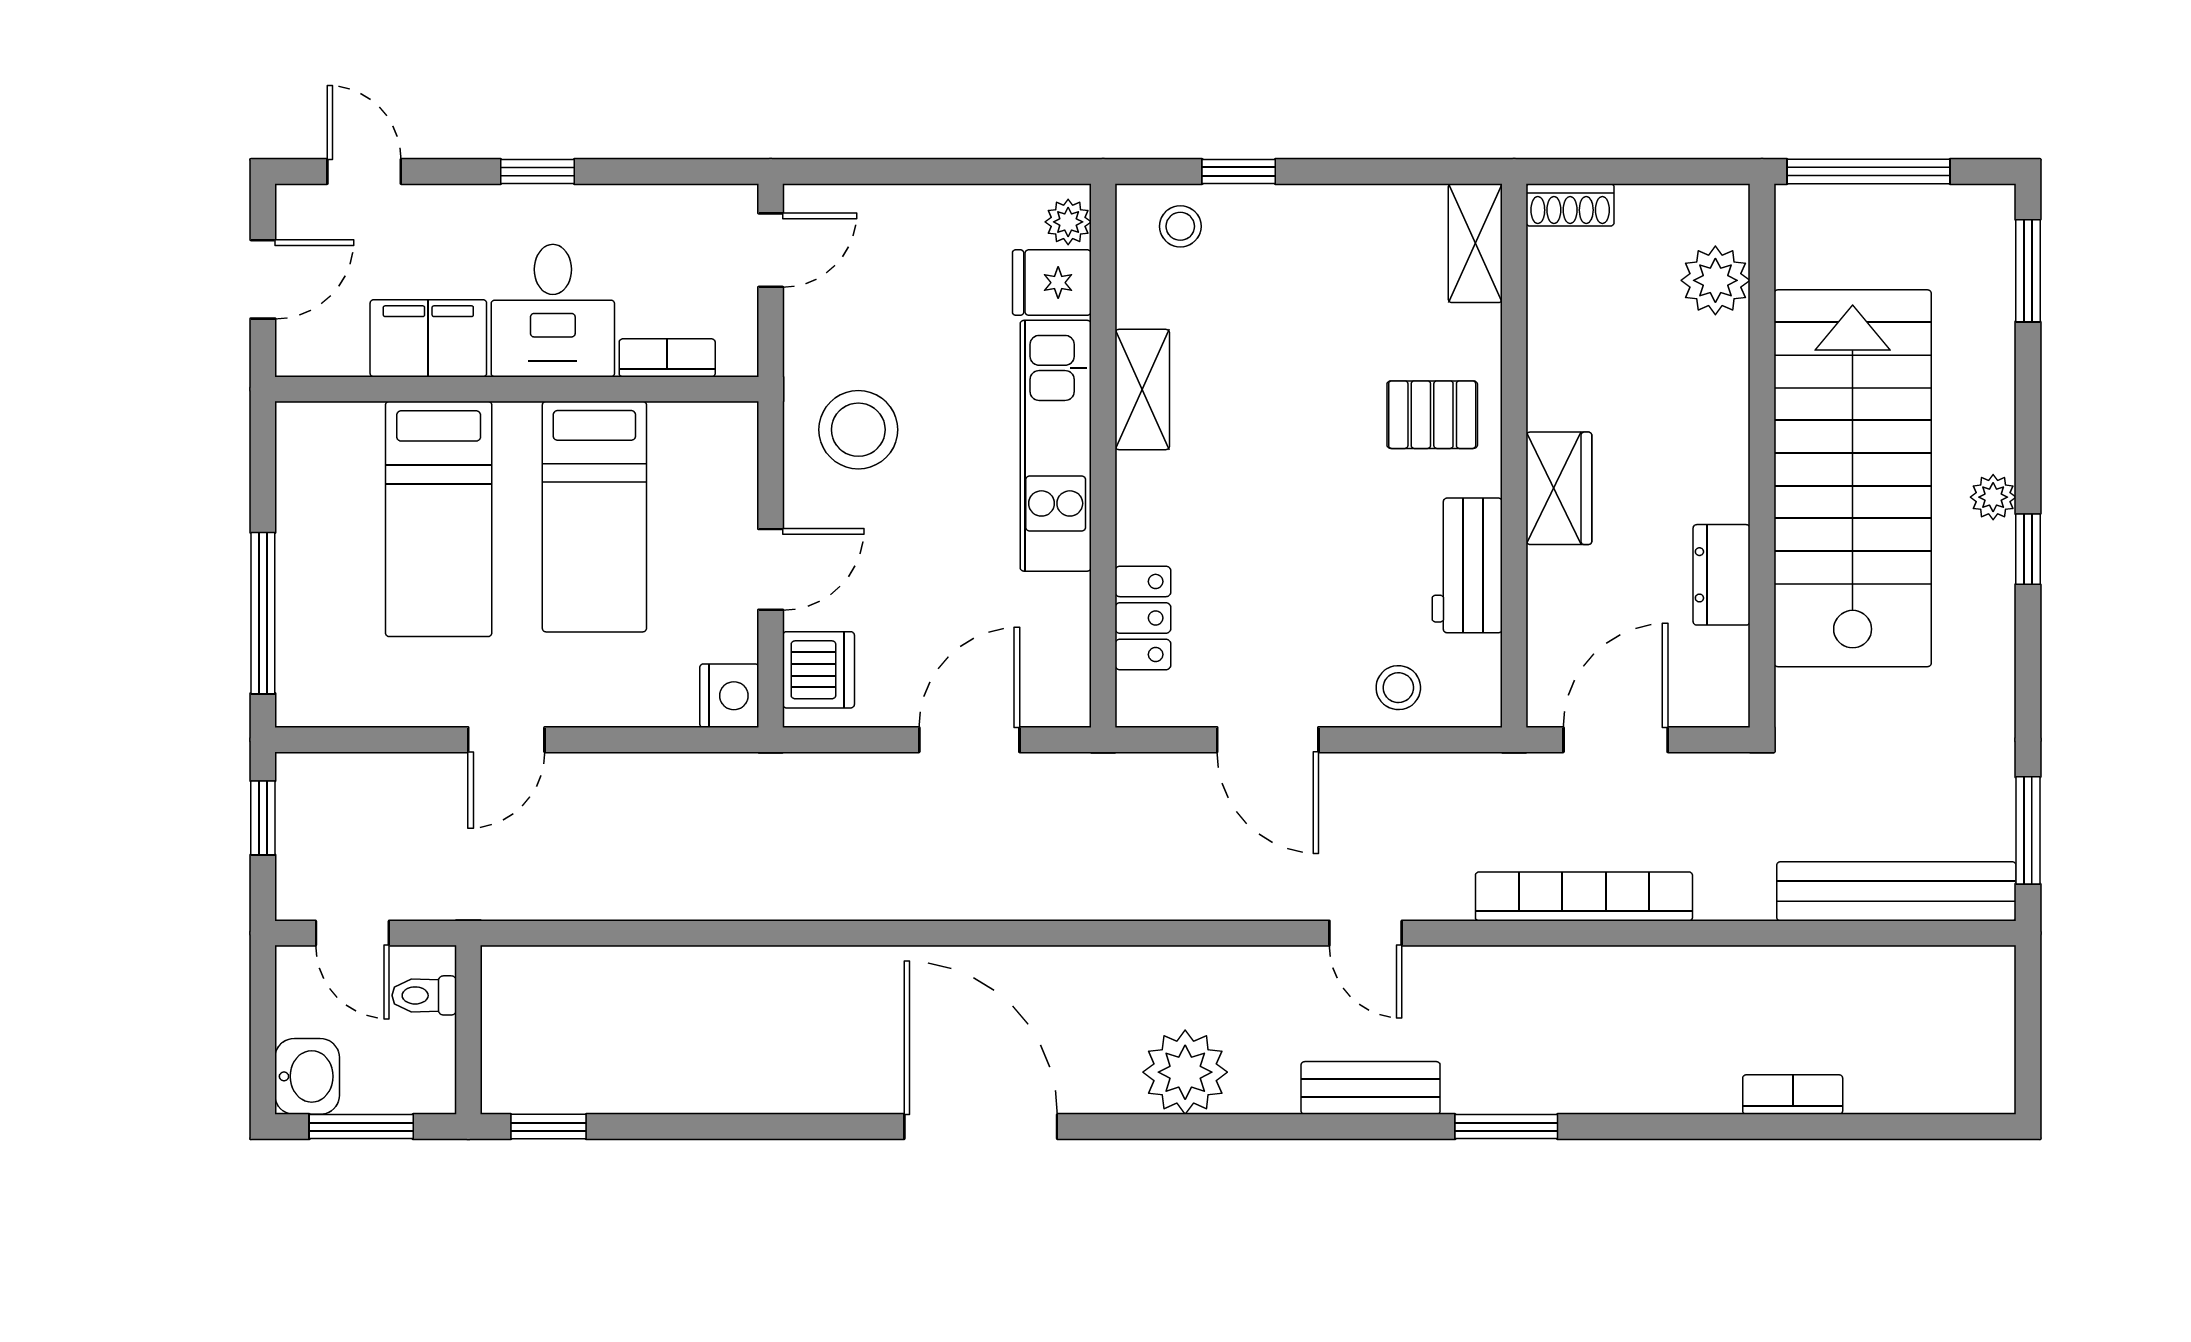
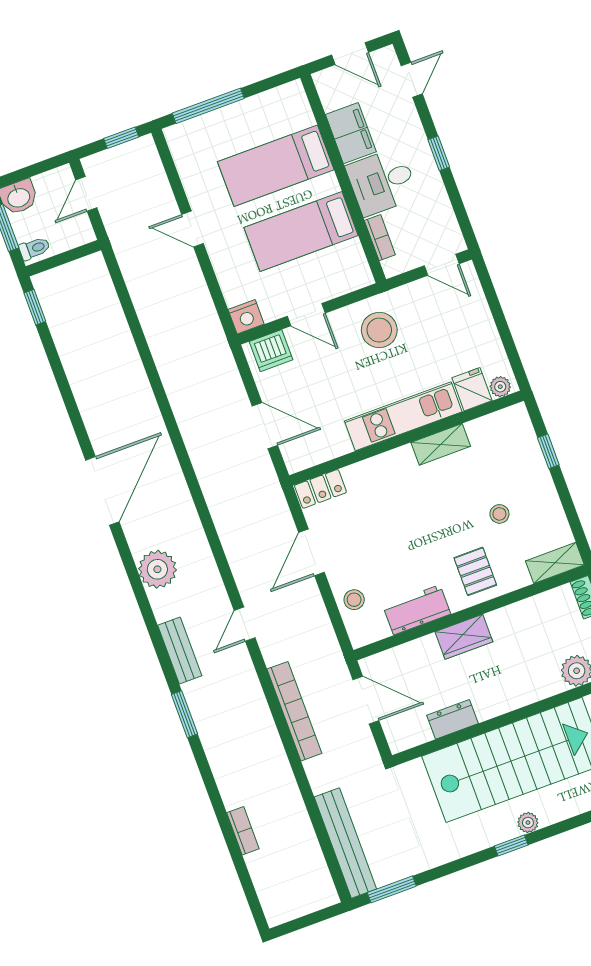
stool: (1180, 226) -> (499, 514), moved
locker: (1143, 618) -> (320, 489), moved
toilet: (424, 995) -> (34, 248), moved, turned 90

